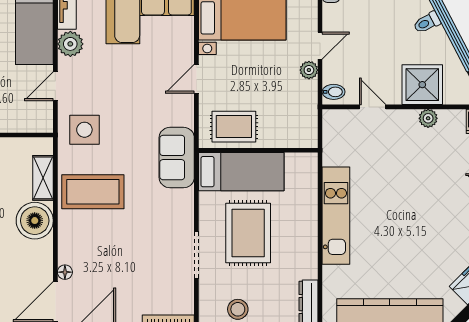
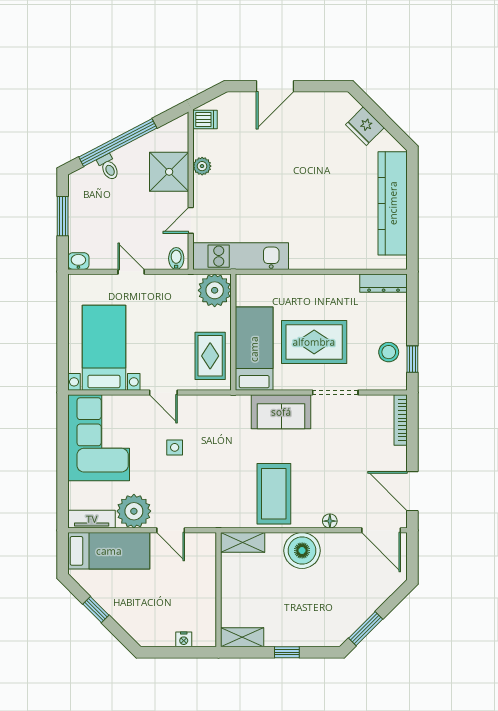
plant: (70, 44) -> (134, 511), width x1.36, depth x1.36
plant: (309, 70) -> (215, 290), moved, width x1.87, depth x1.87
side table: (84, 130) -> (175, 447), moved, width x0.54, depth x0.54
sofa: (177, 158) -> (281, 412), moved
shelving: (43, 178) -> (243, 542), moved
kitchen unit: (336, 216) -> (241, 256), moved
floor lamp: (65, 272) -> (330, 521), moved

